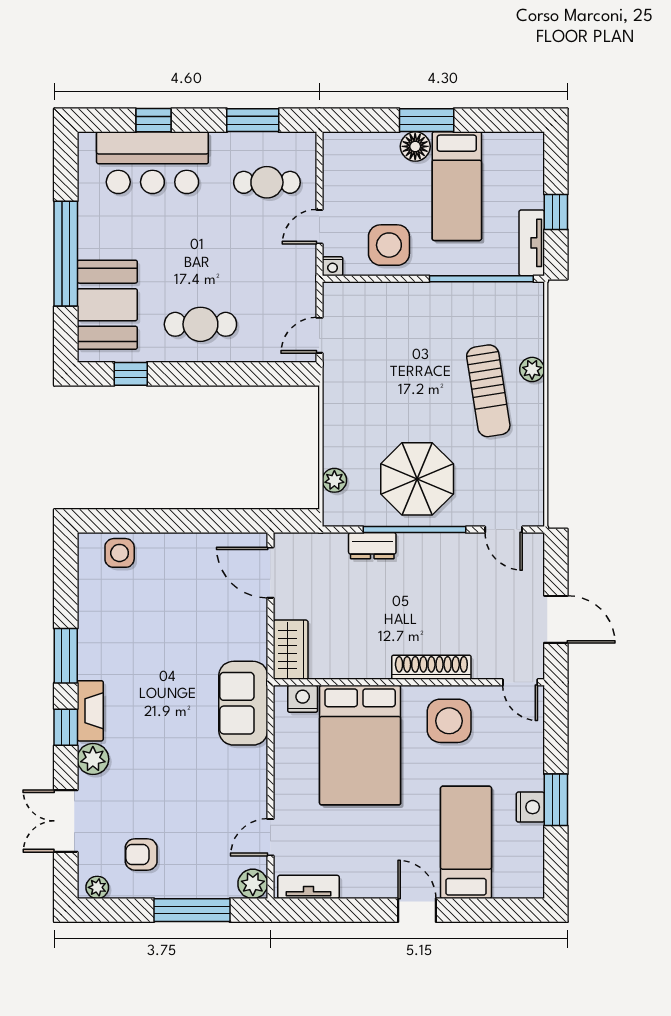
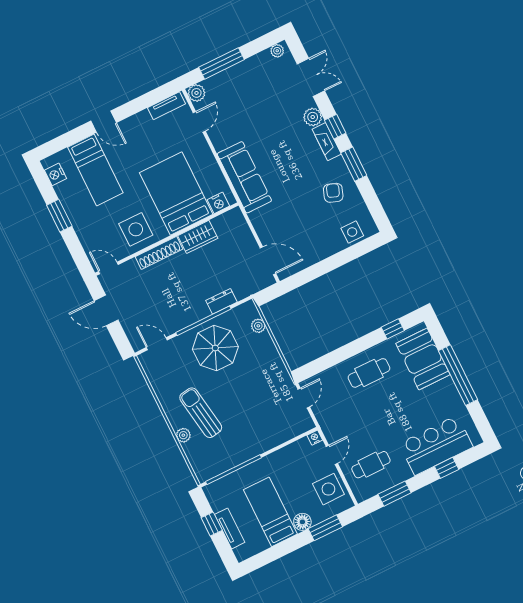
window: (427, 120) -> (325, 528), moved
tv unit: (532, 243) -> (230, 528), moved
side table: (389, 245) -> (328, 489), moved
wardrobe: (291, 650) -> (198, 237), moved, turned -90
sofa: (243, 703) -> (244, 177), width x1.36
nightstand: (530, 807) -> (56, 174), moved
armchair: (141, 854) -> (333, 193), moved, turned -70

